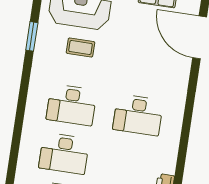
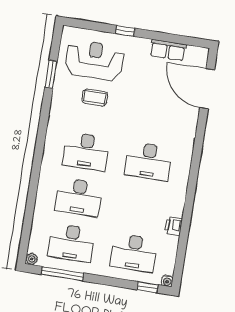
window: (32, 36) -> (51, 74), moved

